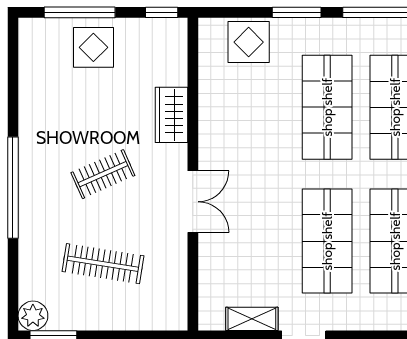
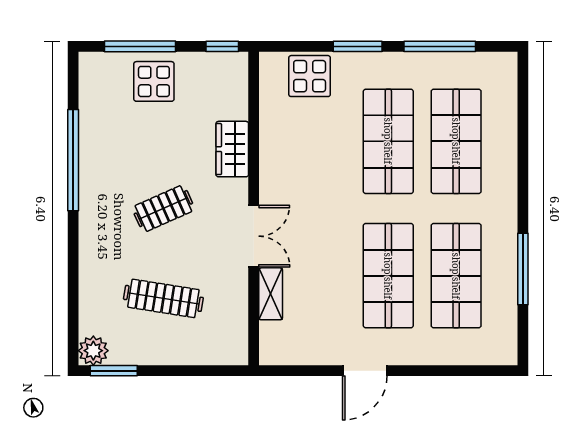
window: (13, 188) -> (73, 160), moved
shelving: (252, 319) -> (271, 294), moved, turned 90

